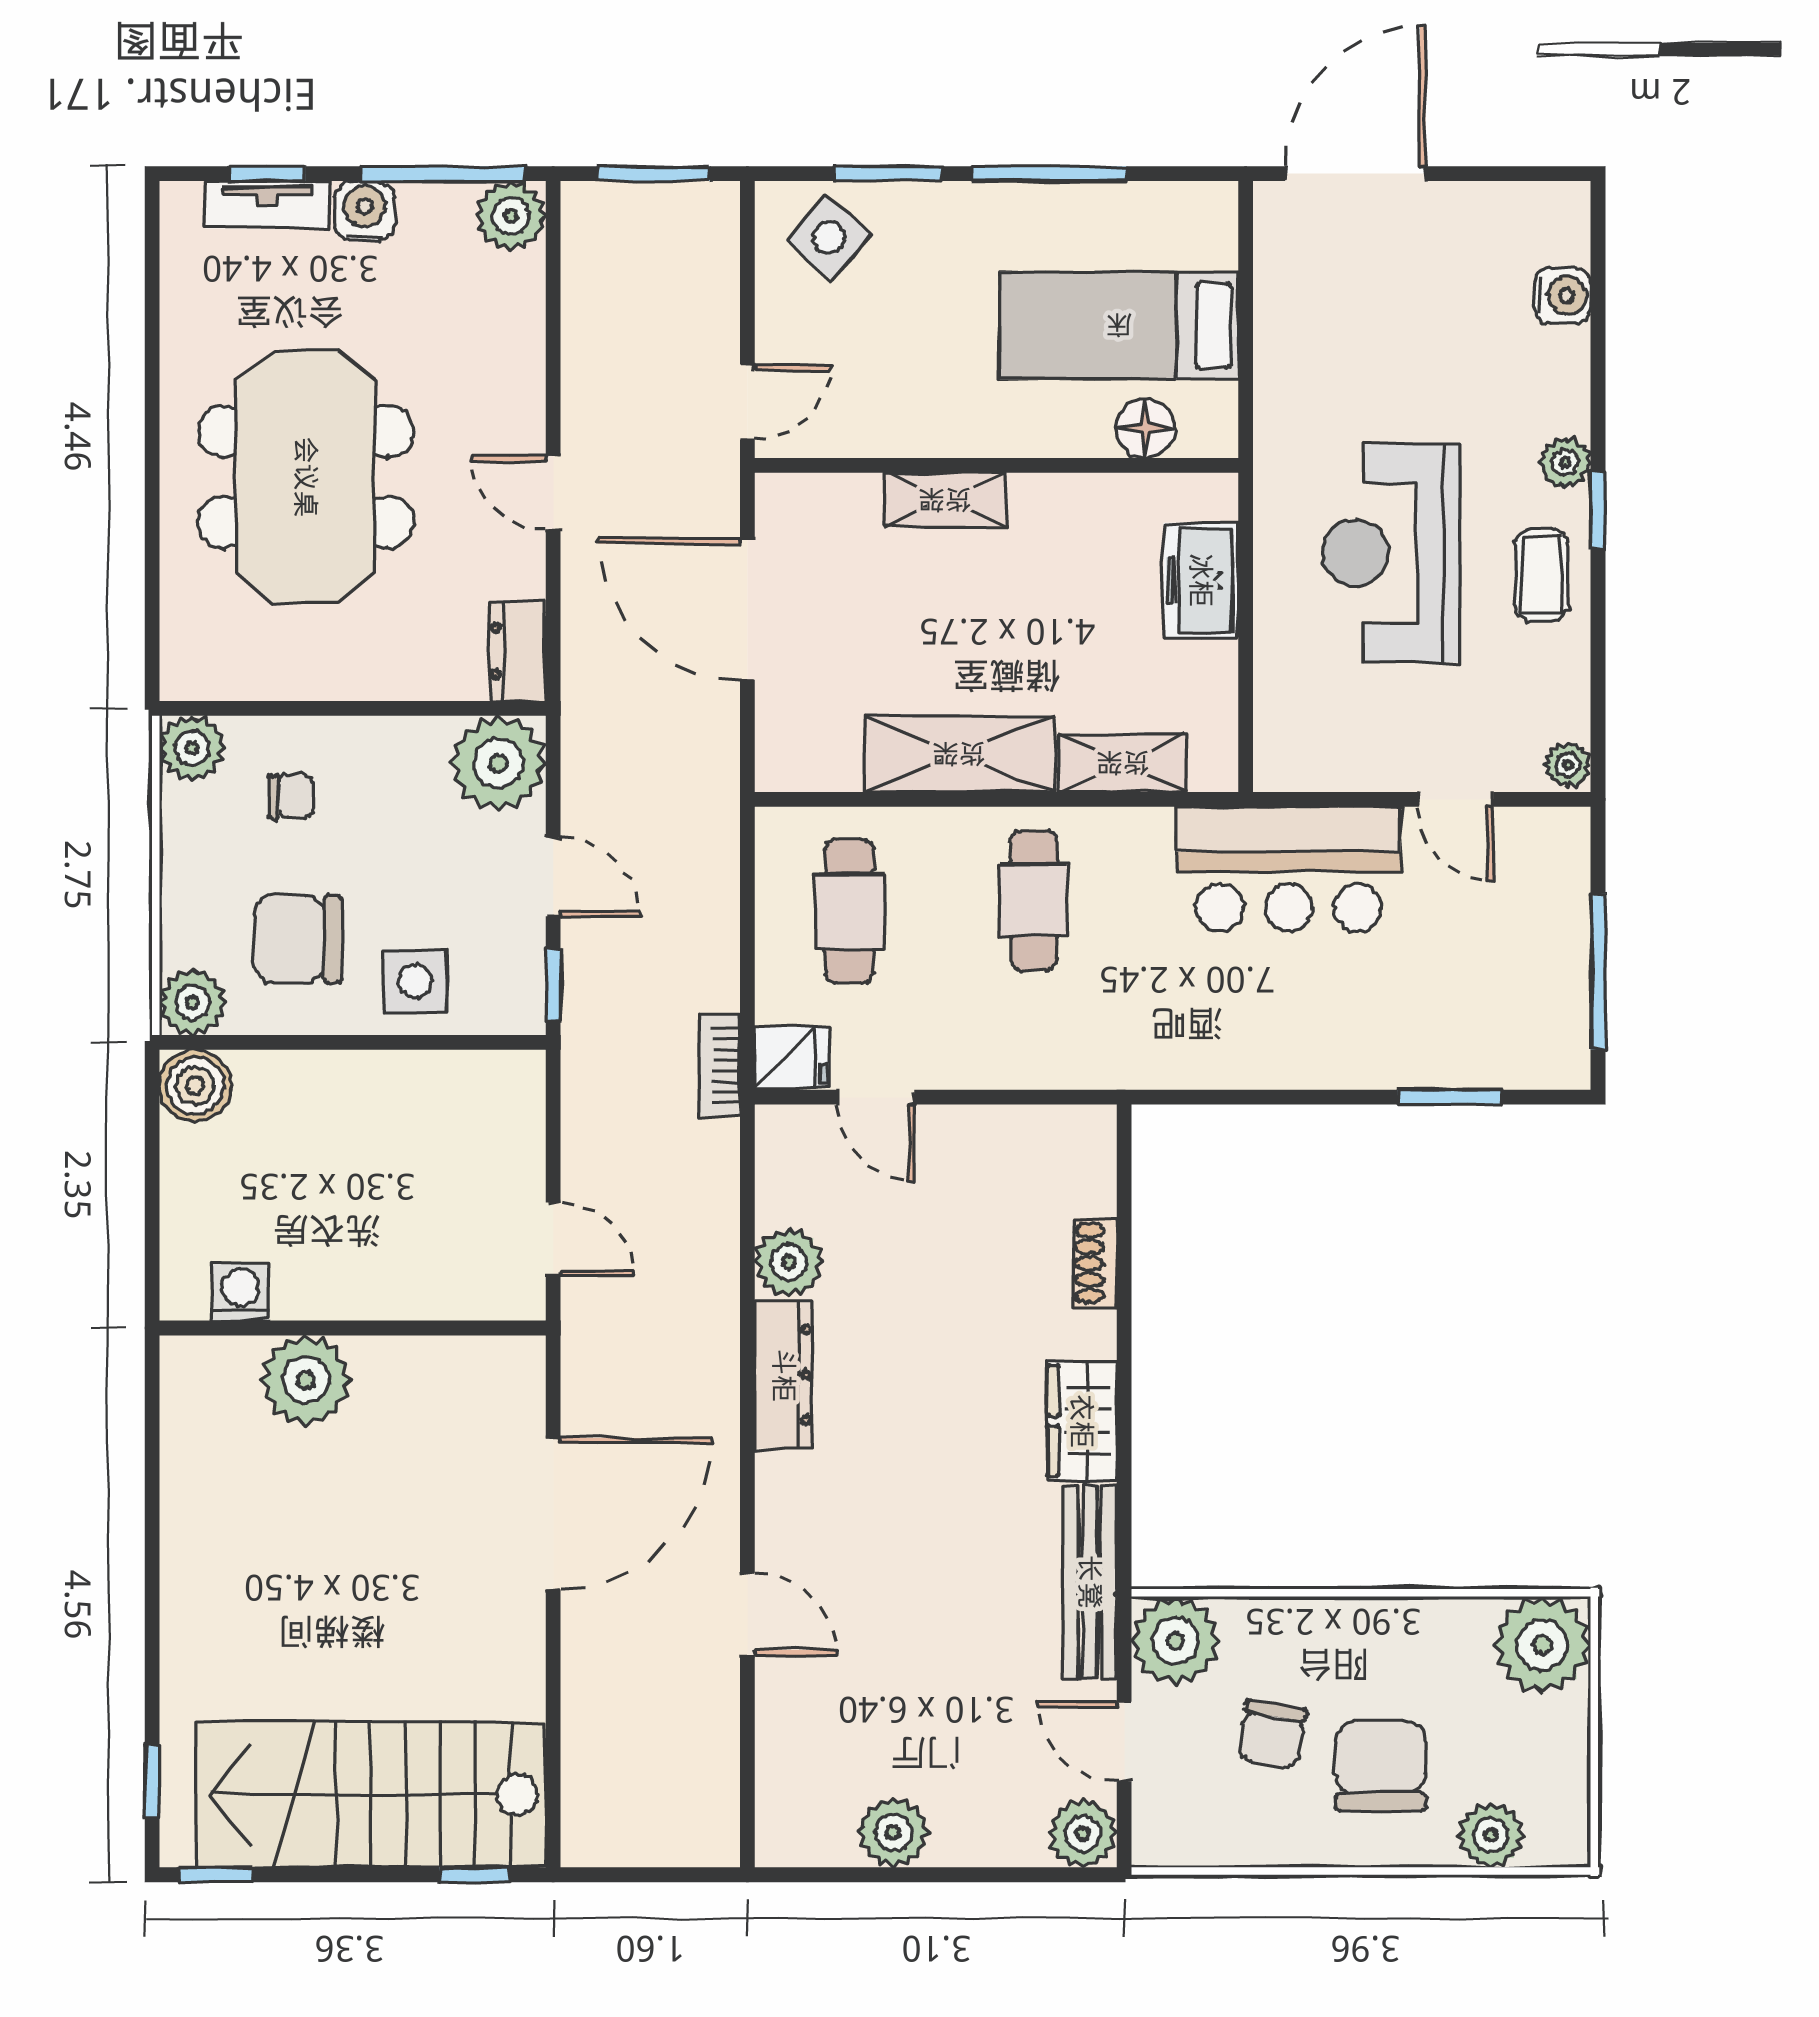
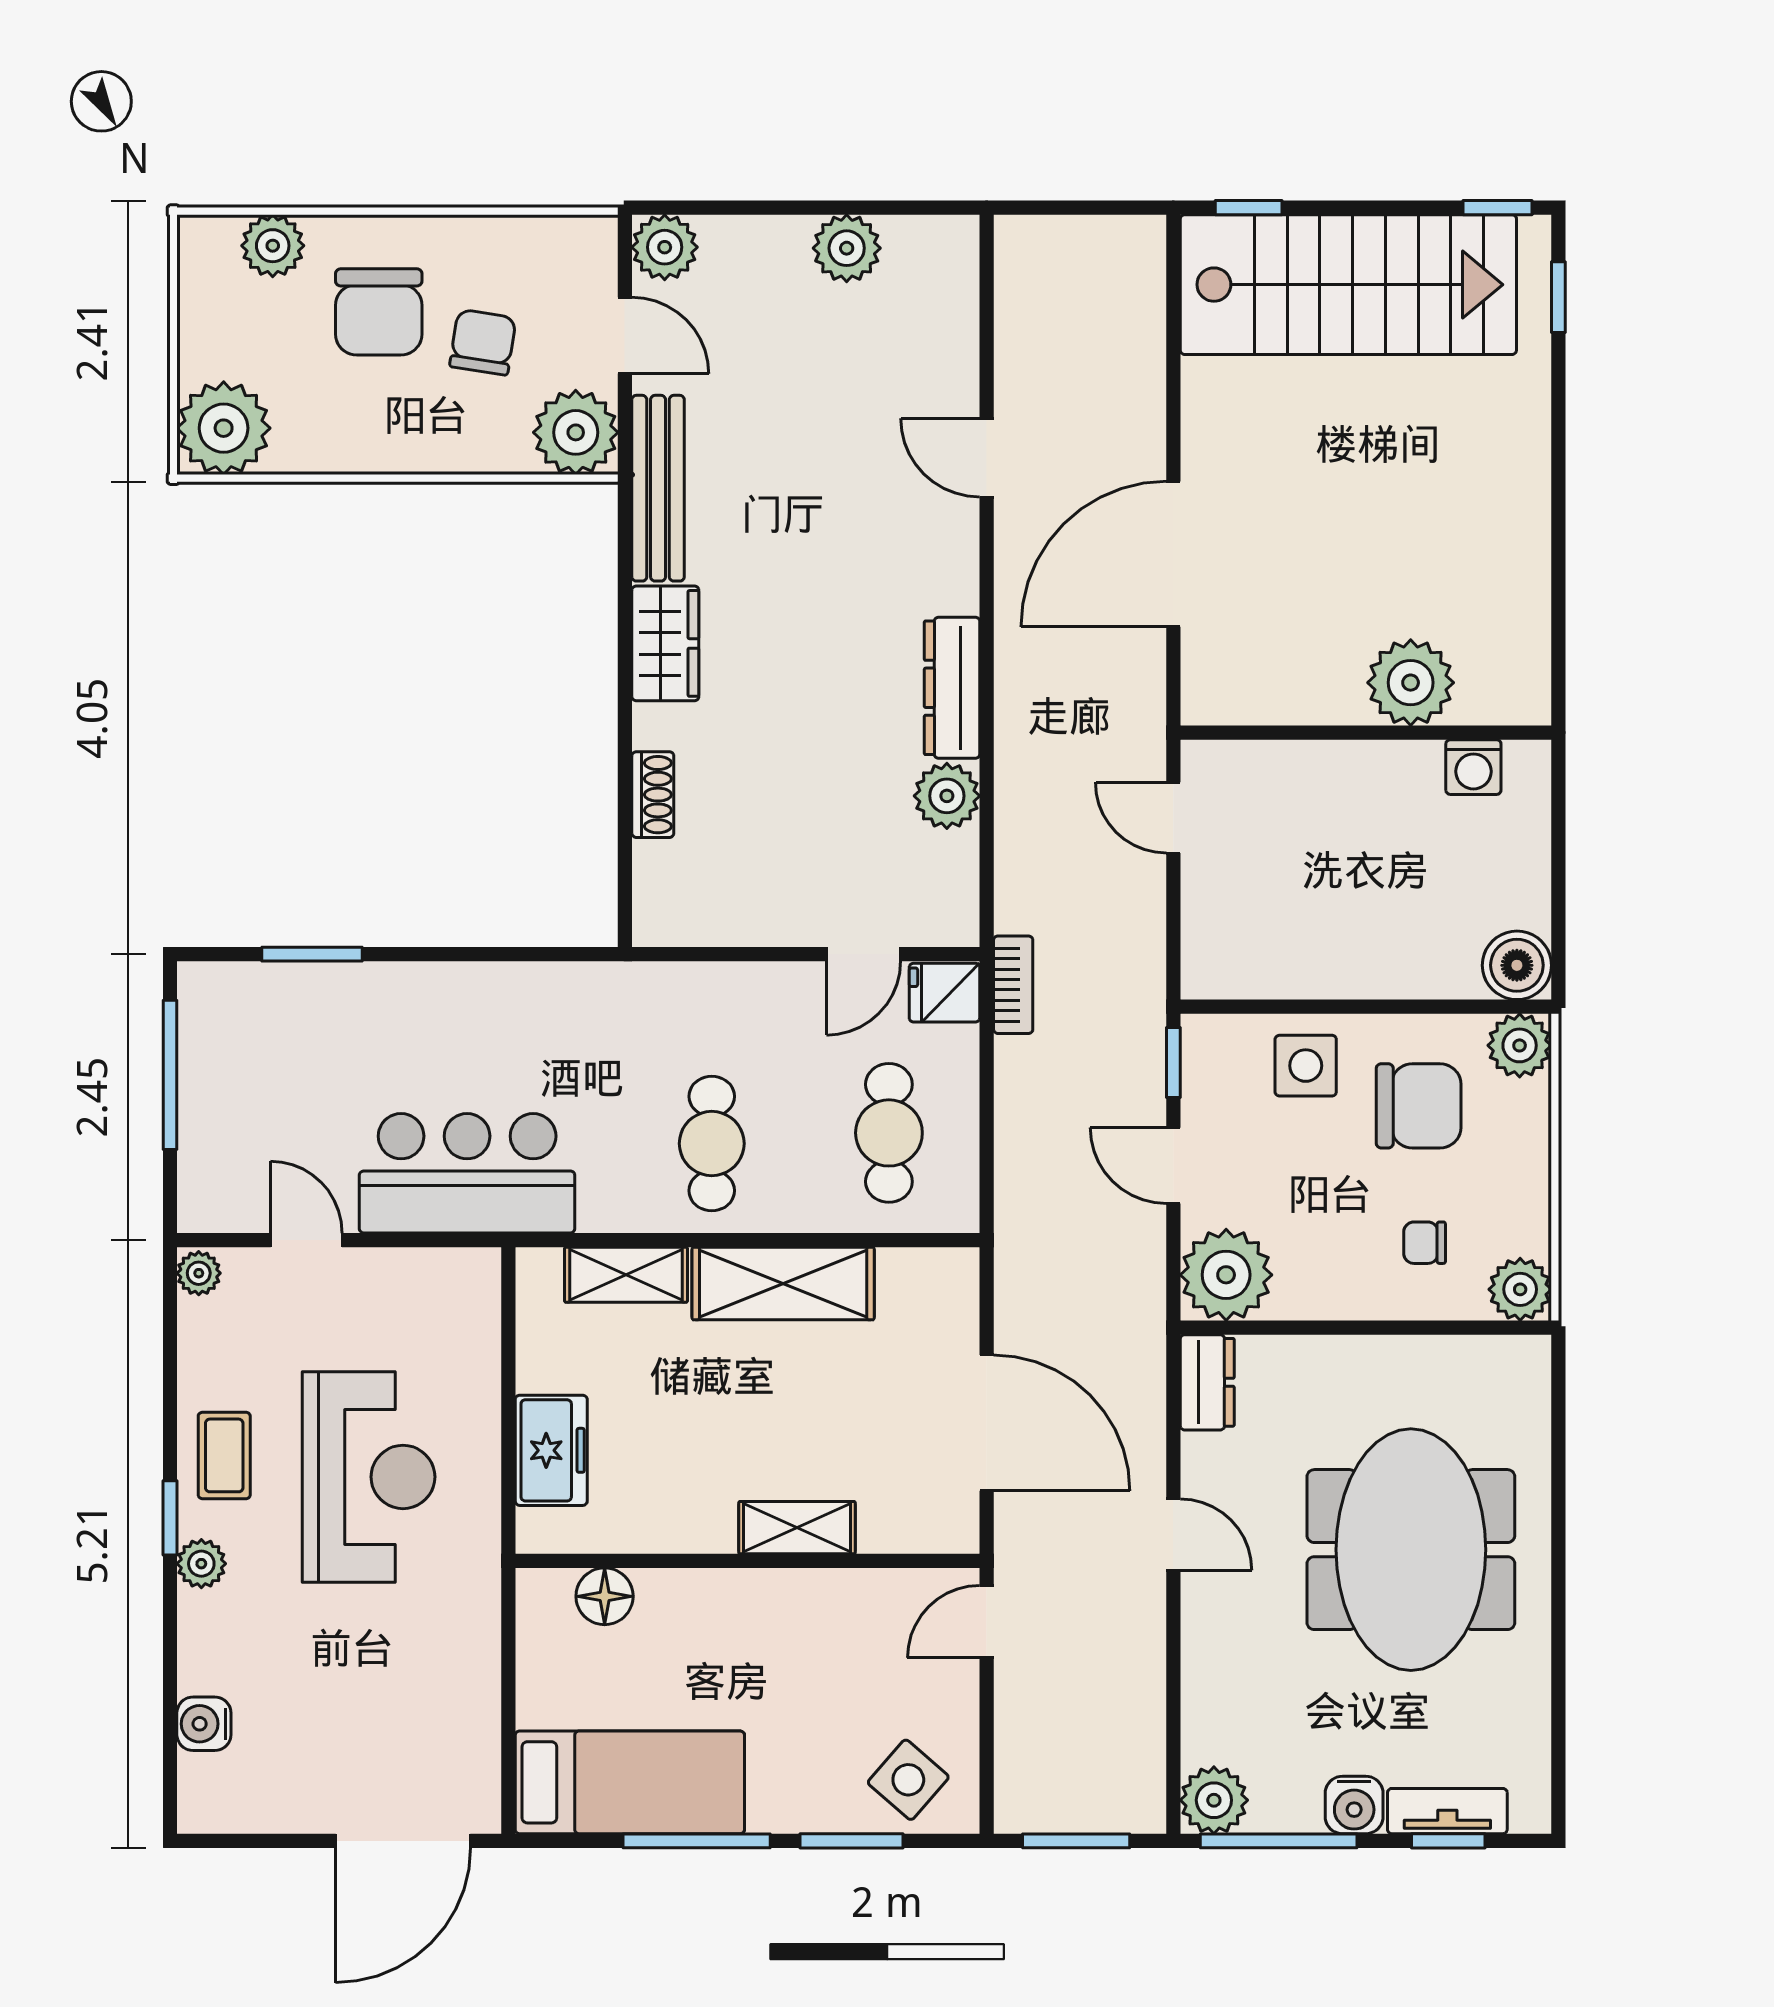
bed: (1119, 325) -> (630, 1782), moved
door: (876, 1097) -> (863, 954), swing flipped

